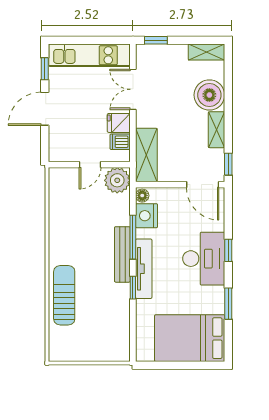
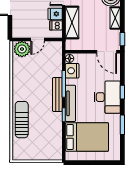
shelving: (146, 155) -> (72, 23), moved
plant: (117, 180) -> (22, 49), moved
bed: (190, 338) -> (87, 137), moved, turned 180

